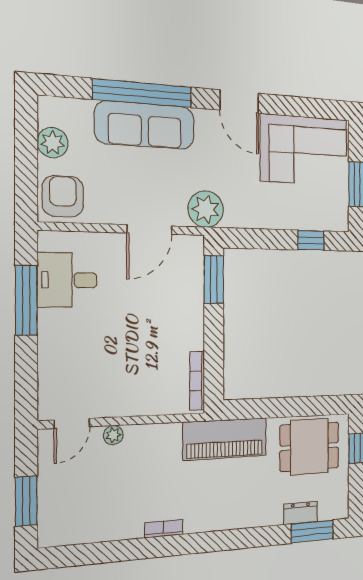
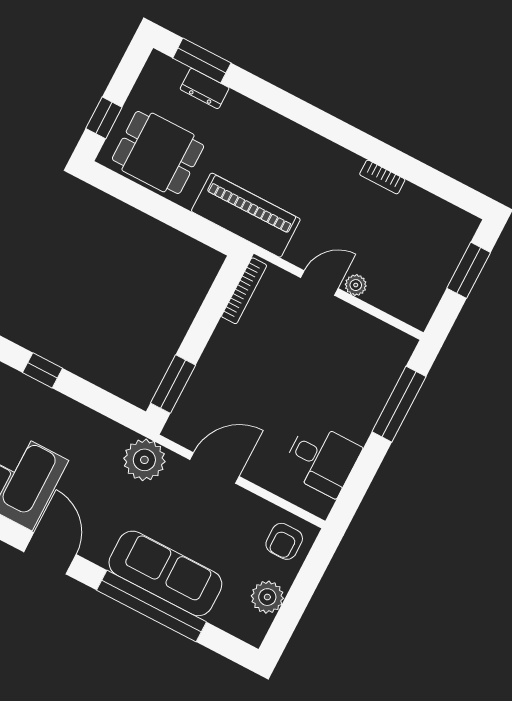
armchair: (63, 196) -> (284, 541), width x0.72, depth x0.72
window: (26, 300) -> (399, 404), moved
door: (72, 423) -> (319, 283), moved
bookcase: (164, 529) -> (382, 177), moved

